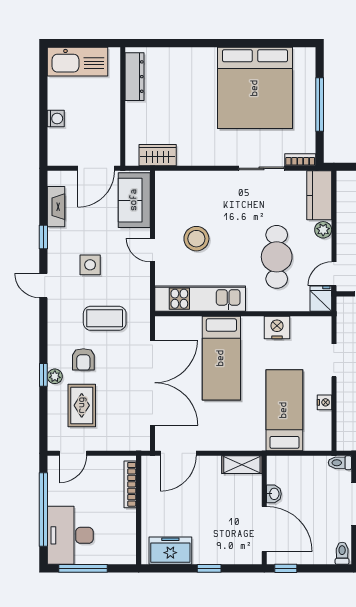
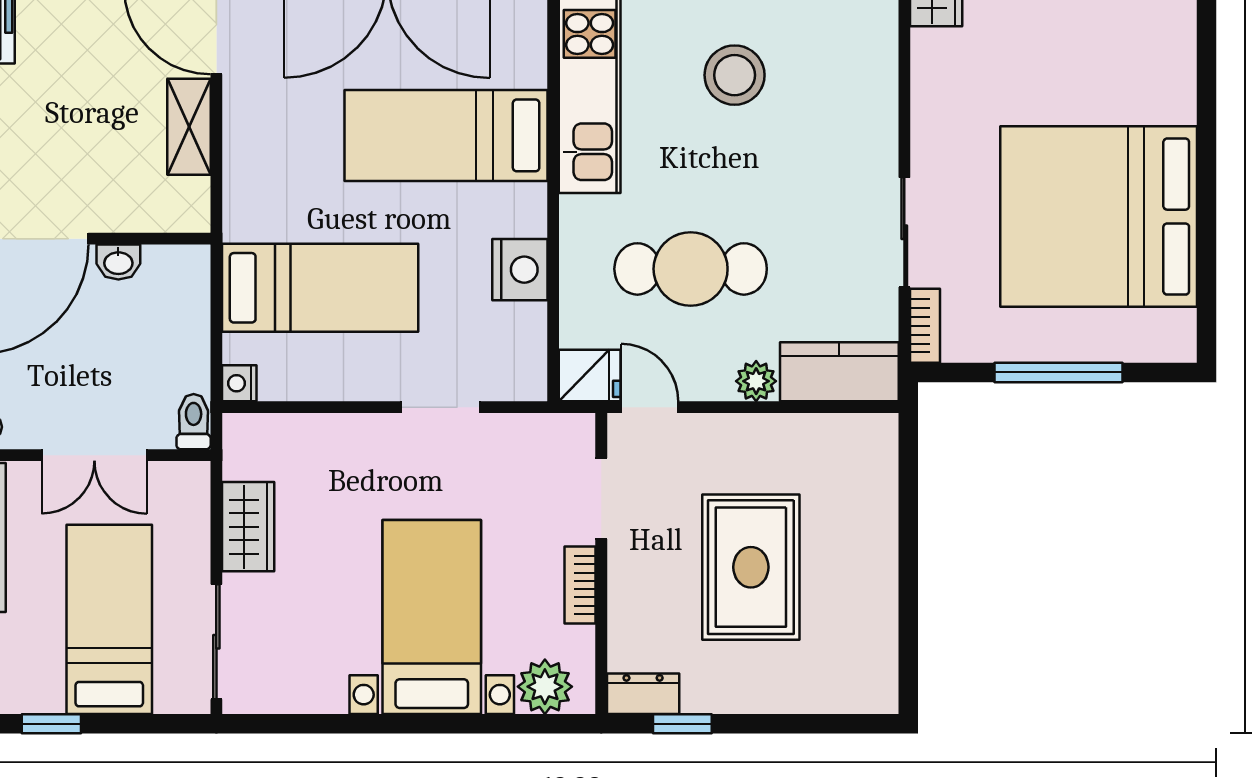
nightstand: (324, 402) -> (239, 383), moved, turned 90
shelving: (242, 465) -> (189, 127), moved

